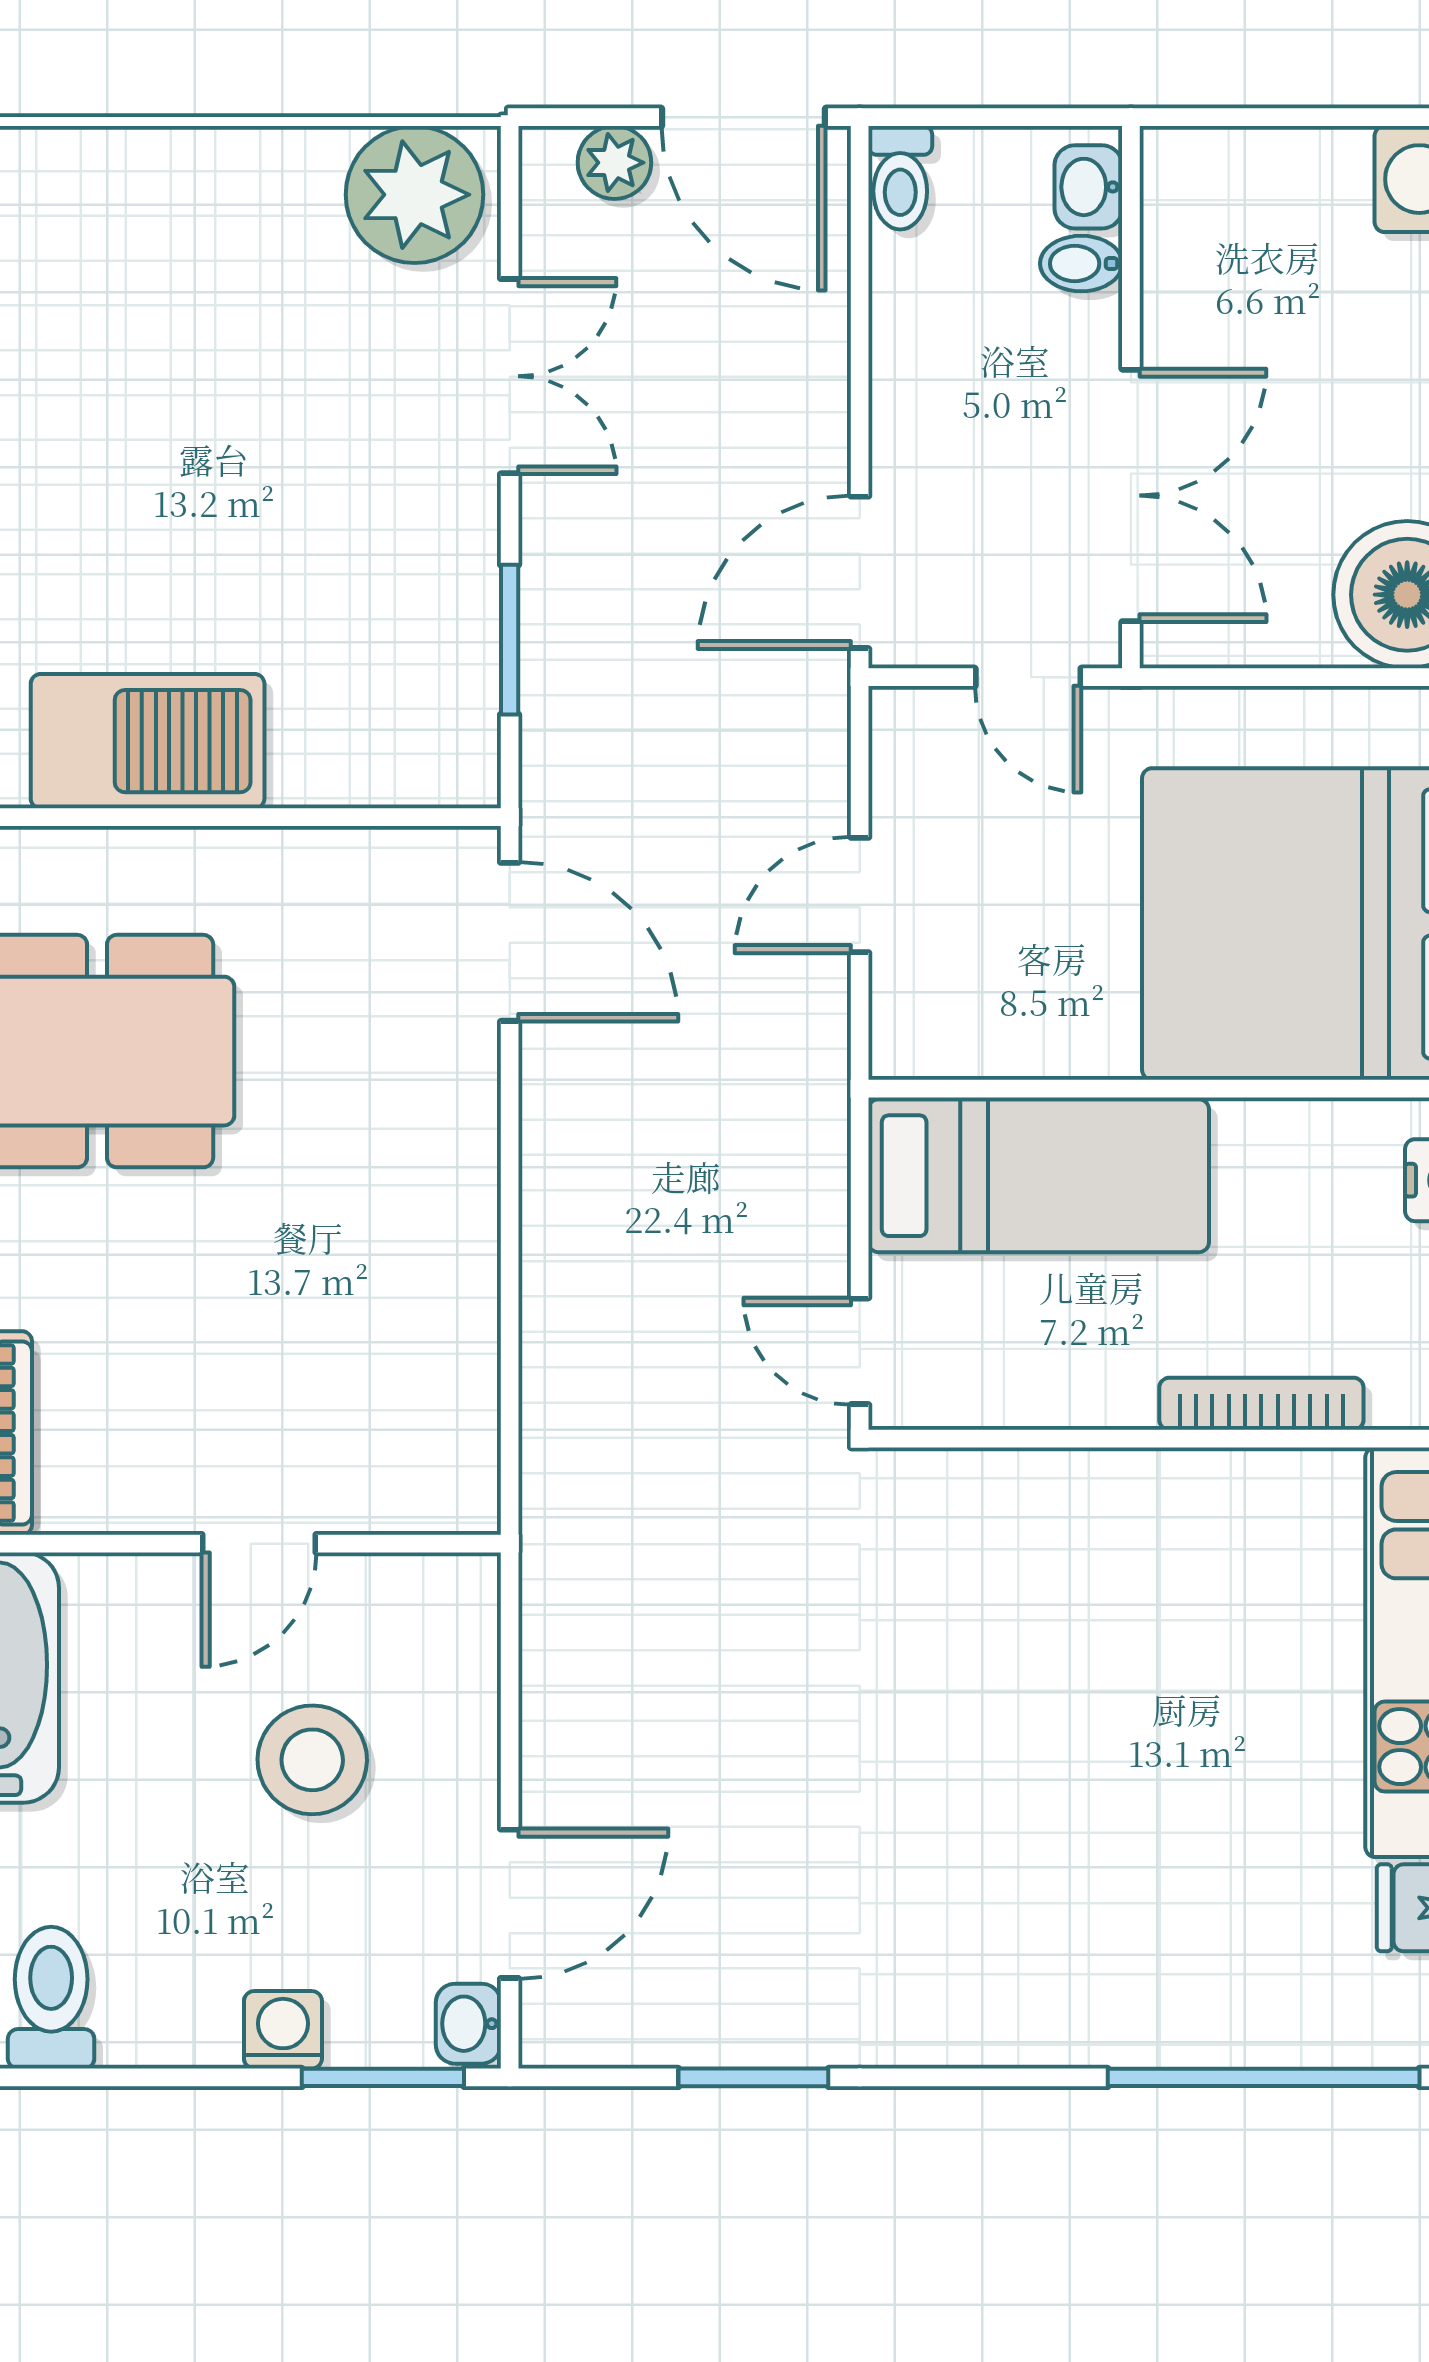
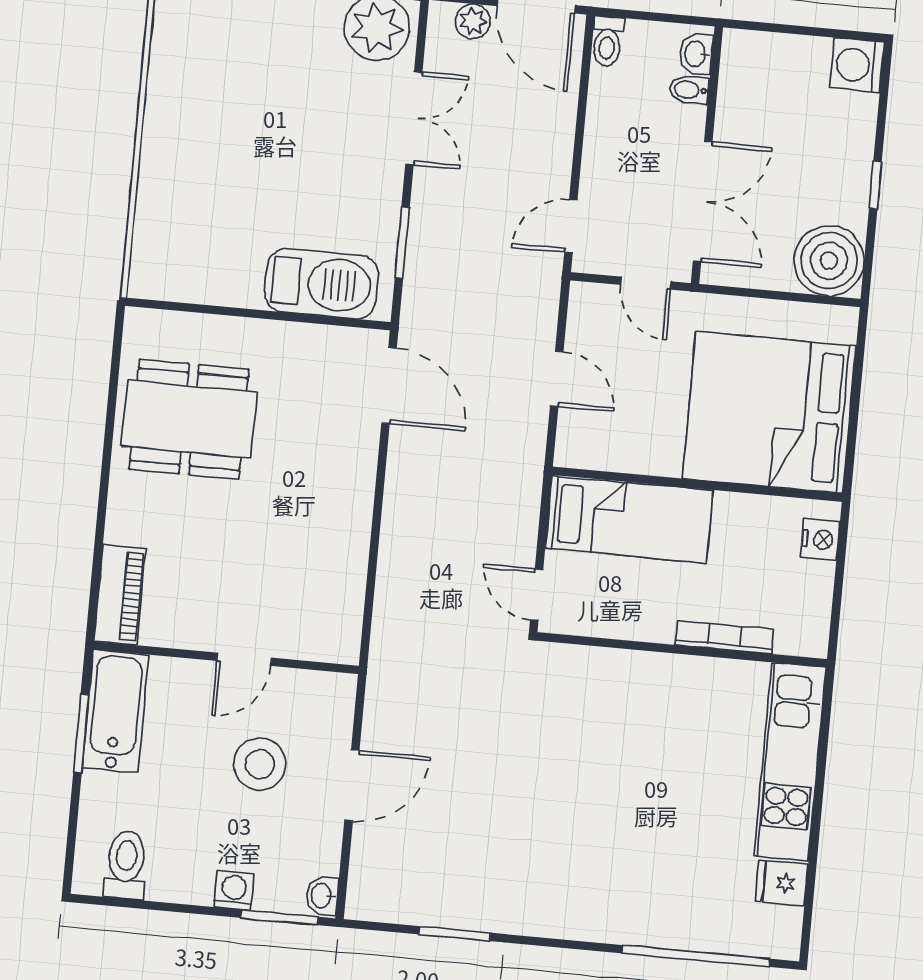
door: (860, 572) -> (571, 226), width x0.73
barbecue: (148, 741) -> (322, 284), moved
door: (860, 895) -> (557, 379), swing flipped
door: (510, 1904) -> (352, 786), moved

